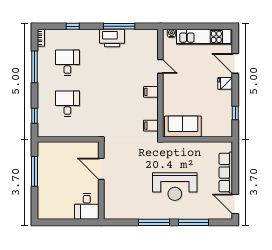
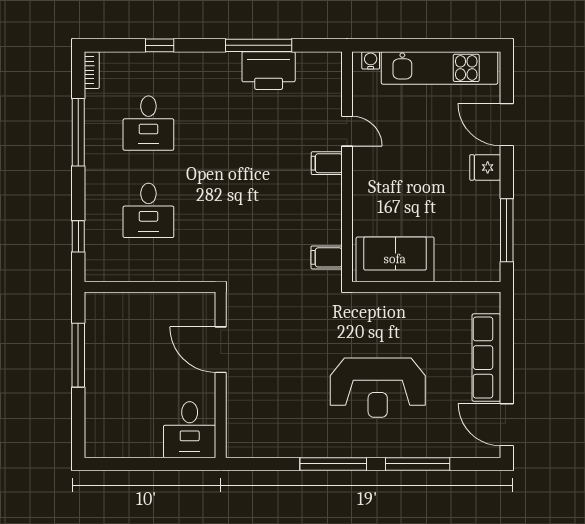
printer: (112, 38) -> (269, 71), moved
desk: (67, 63) -> (148, 123), turned 180
filing cabinet: (151, 92) -> (327, 163), moved
desk: (67, 104) -> (148, 210), turned 180
window: (235, 113) -> (507, 230), width x2.17

